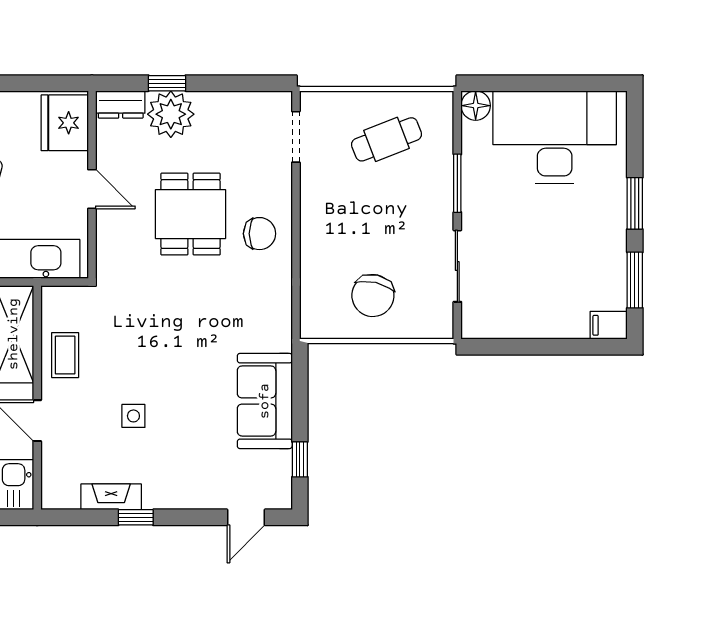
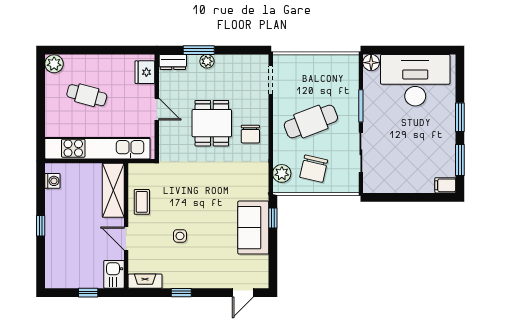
window: (167, 83) -> (199, 50), width x1.50
plant: (171, 114) -> (207, 61), width x0.53, depth x0.53
fridge: (65, 123) -> (145, 72), width x0.73, depth x0.75
cafe table: (387, 139) -> (311, 122), moved, width x1.37, depth x1.35
chair: (260, 234) -> (250, 134), turned 90
plant: (316, 304) -> (282, 173), added
window: (300, 459) -> (273, 218), moved
fireplace: (111, 497) -> (145, 281), moved

